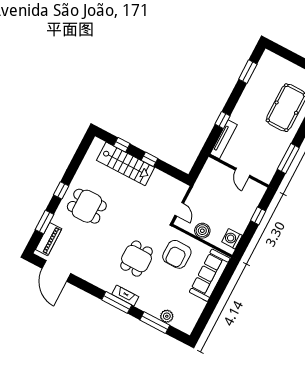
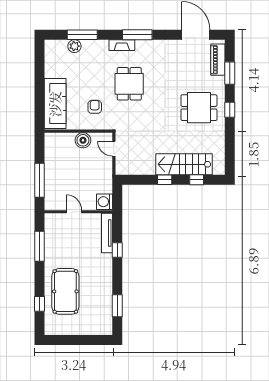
window: (258, 216) -> (40, 180), width x2.17
washing machine: (232, 239) -> (105, 202), moved, turned 180
armchair: (177, 254) -> (95, 107), width x0.53, depth x0.53
window: (117, 302) -> (137, 35), moved

